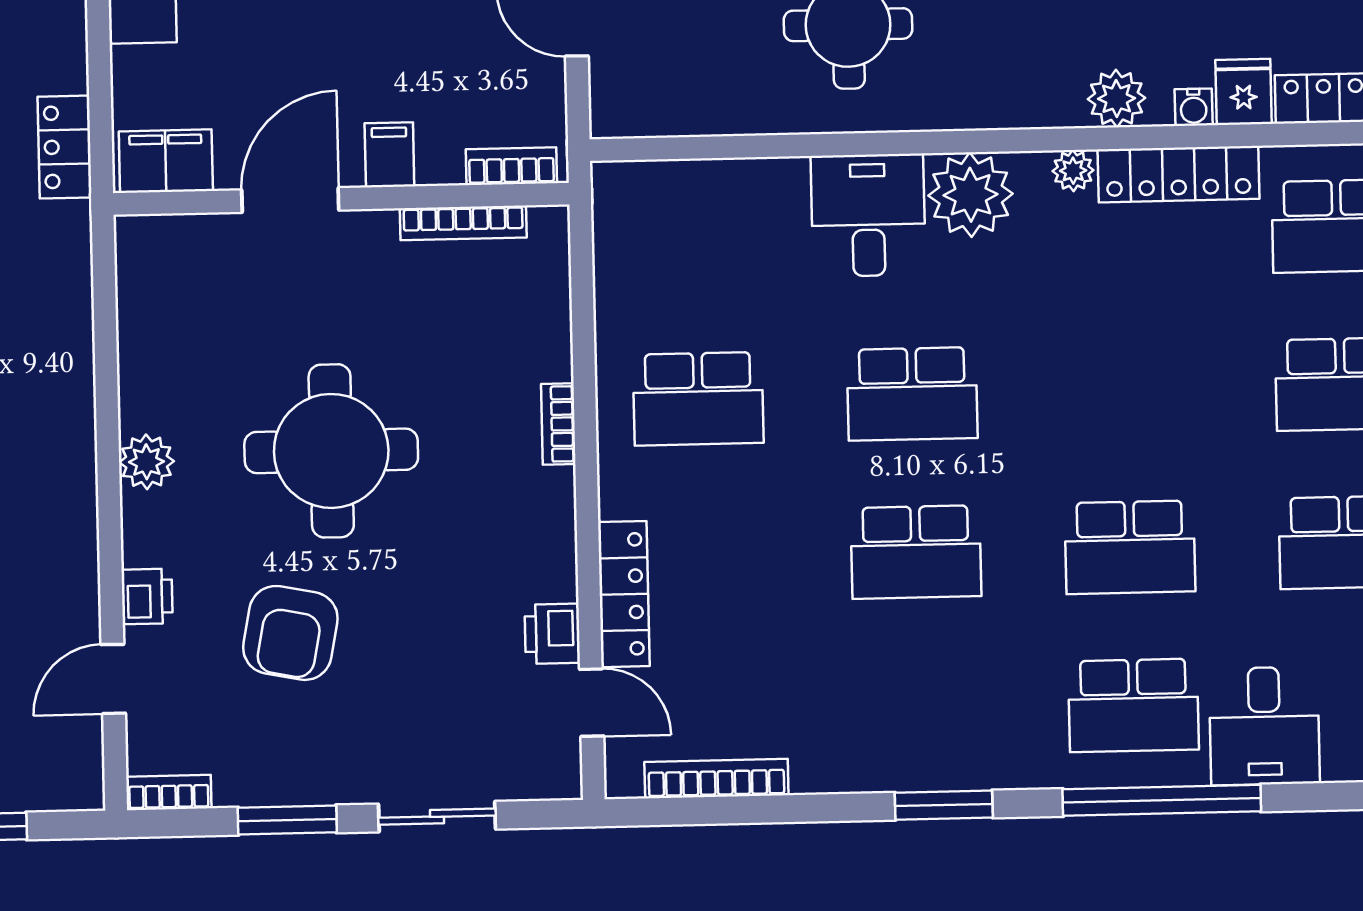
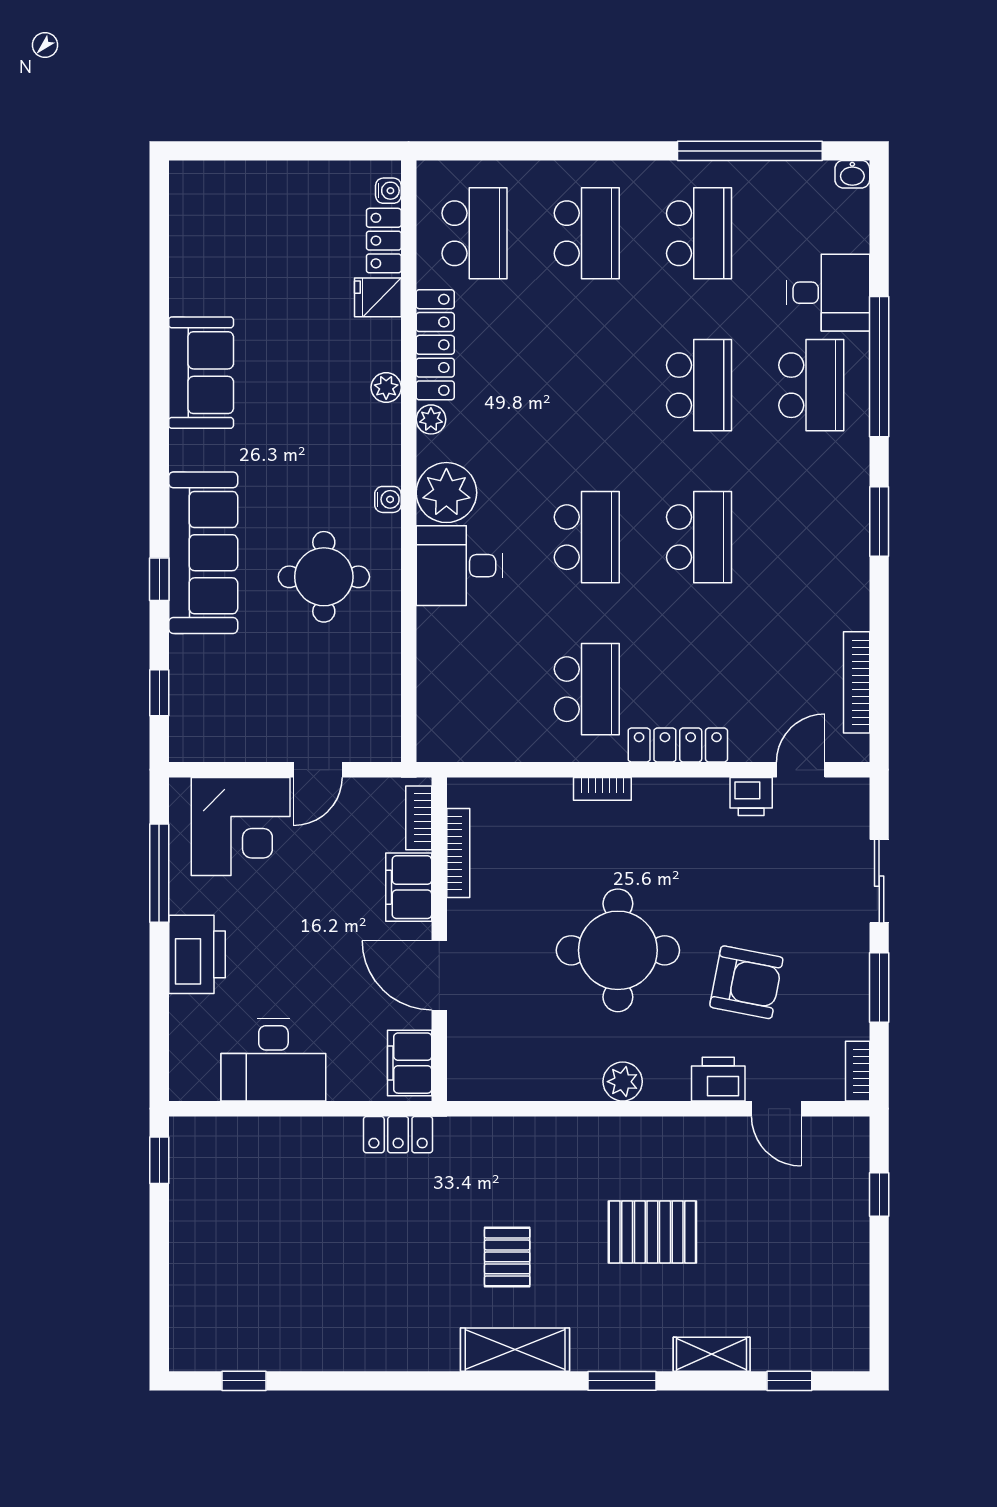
plant: (1117, 99) -> (386, 387), width x0.73, depth x0.73
water cooler: (1194, 107) -> (388, 499), moved
filing cabinet: (389, 155) -> (409, 887), width x2.00
locker: (624, 594) -> (678, 745), moved
printer: (147, 596) -> (718, 1079), width x1.36, depth x1.24

